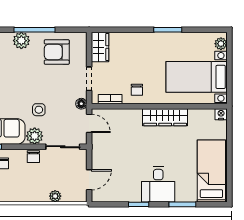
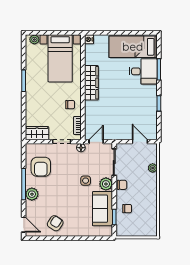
desk: (158, 184) -> (143, 71), moved

